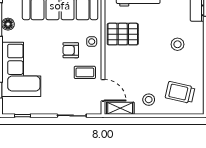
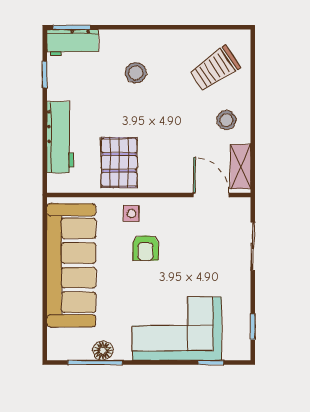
coffee table: (85, 72) -> (182, 225), removed
door: (103, 90) -> (211, 195), hinge flipped
trolley: (180, 92) -> (215, 68), turned 43

